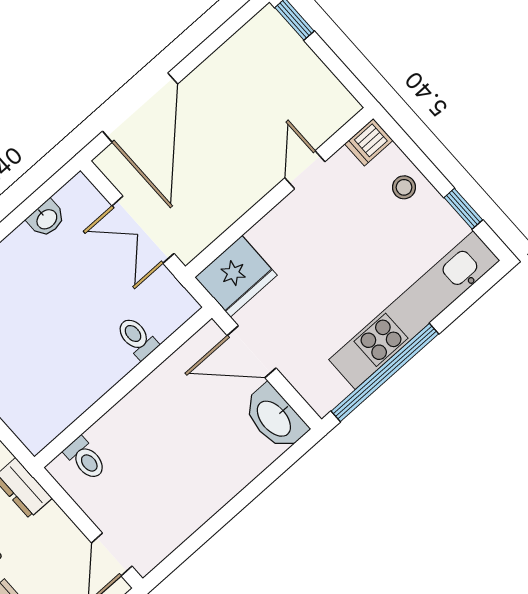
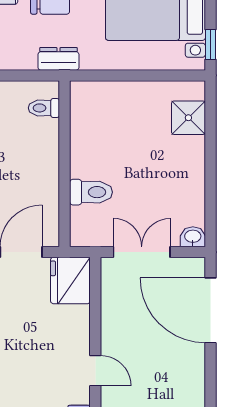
washbasin: (46, 219) -> (193, 237), moved, turned 90
toilet: (137, 338) -> (91, 192), width x1.37, depth x1.39

